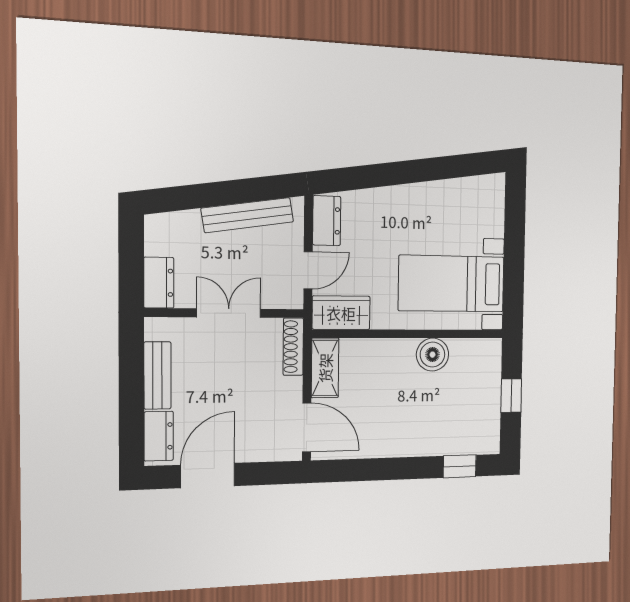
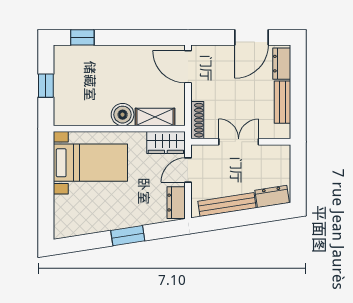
window: (400, 173) -> (128, 236), added
dresser: (159, 283) -> (272, 196), moved, turned 81
double door: (229, 313) -> (239, 142), swing flipped
boiler: (432, 355) -> (123, 115), moved
shelving: (325, 368) -> (155, 117), moved, turned 90

